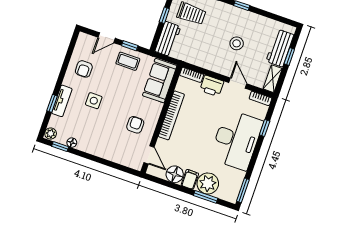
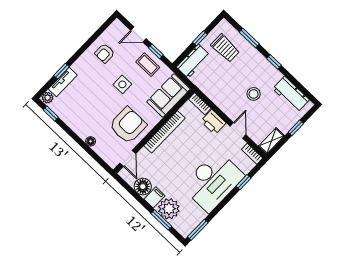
workbench: (280, 48) -> (291, 94), moved, turned -90
tv unit: (62, 101) -> (63, 82), moved
side table: (94, 101) -> (122, 84), moved
armchair: (135, 125) -> (128, 125), width x1.88, depth x1.88
floor lamp: (72, 143) -> (91, 141), moved

